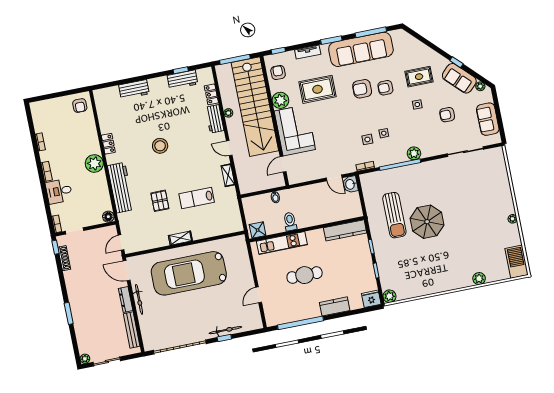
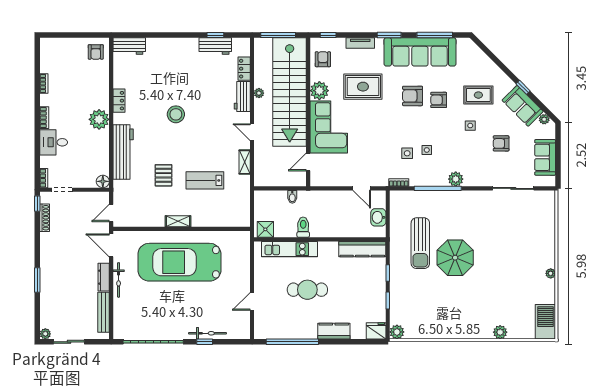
workbench: (134, 89) -> (129, 46), moved
washbasin: (350, 184) -> (378, 217), moved

